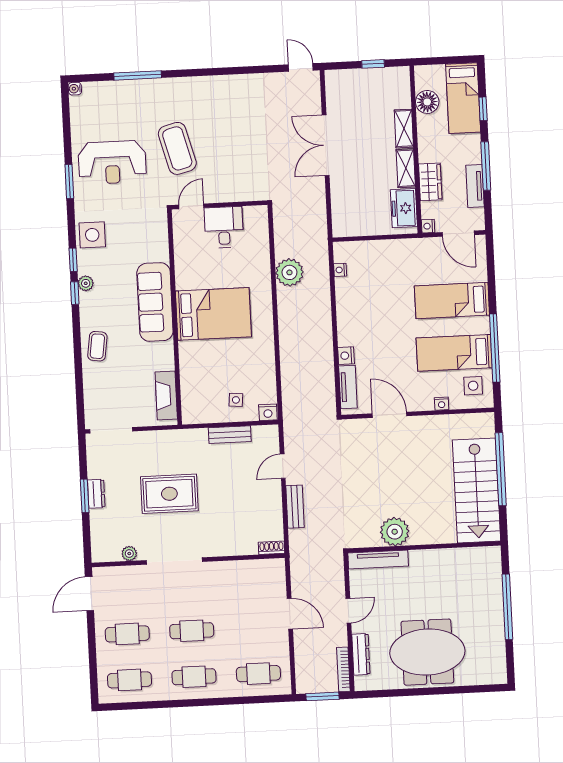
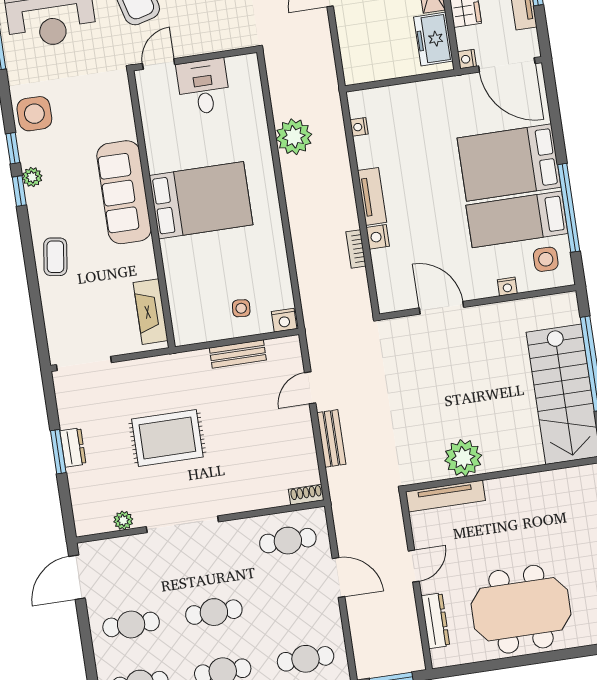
door: (458, 234) -> (507, 65), width x1.36
bed: (452, 300) -> (509, 163), width x1.50
tv unit: (348, 387) -> (372, 196), moved
cafe table: (254, 582) -> (288, 541), added
bookcase: (343, 669) -> (356, 249), moved, width x0.64

